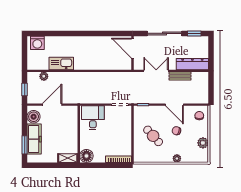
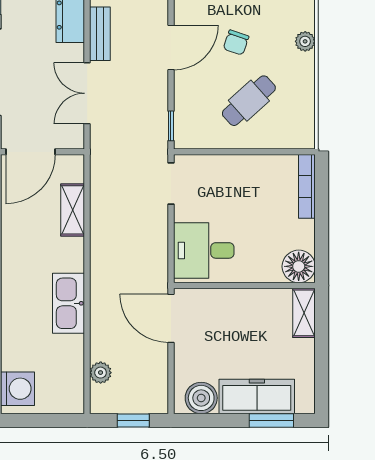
kitchen sink: (61, 63) -> (69, 303), moved
shelving: (109, 65) -> (73, 210), added
door: (52, 105) -> (171, 318), moved

